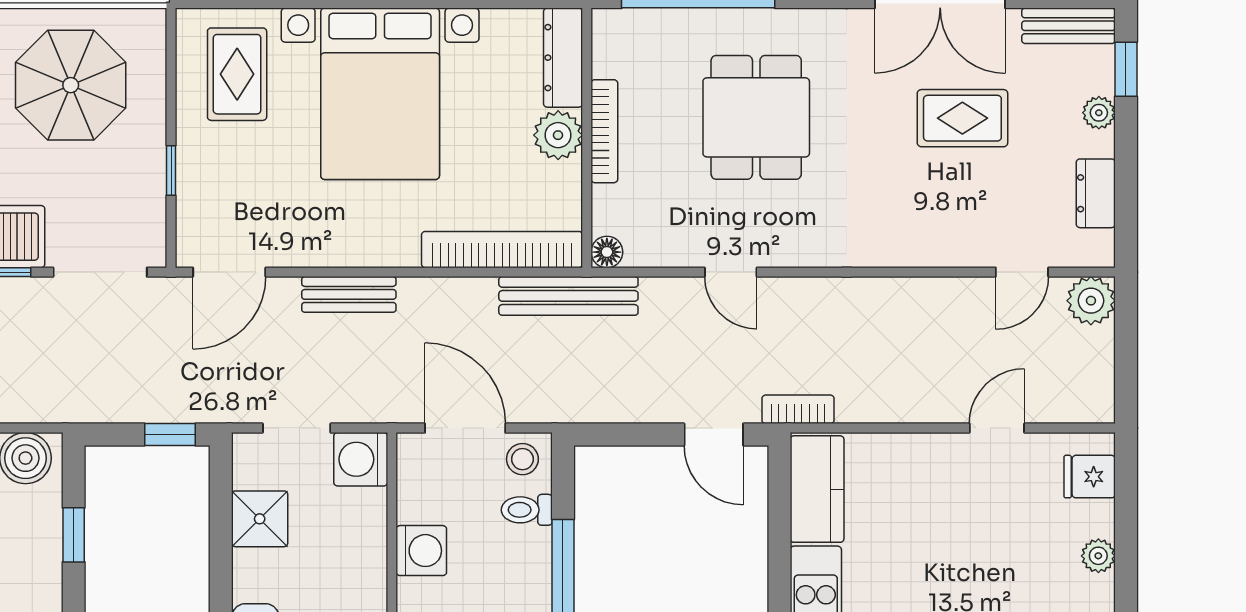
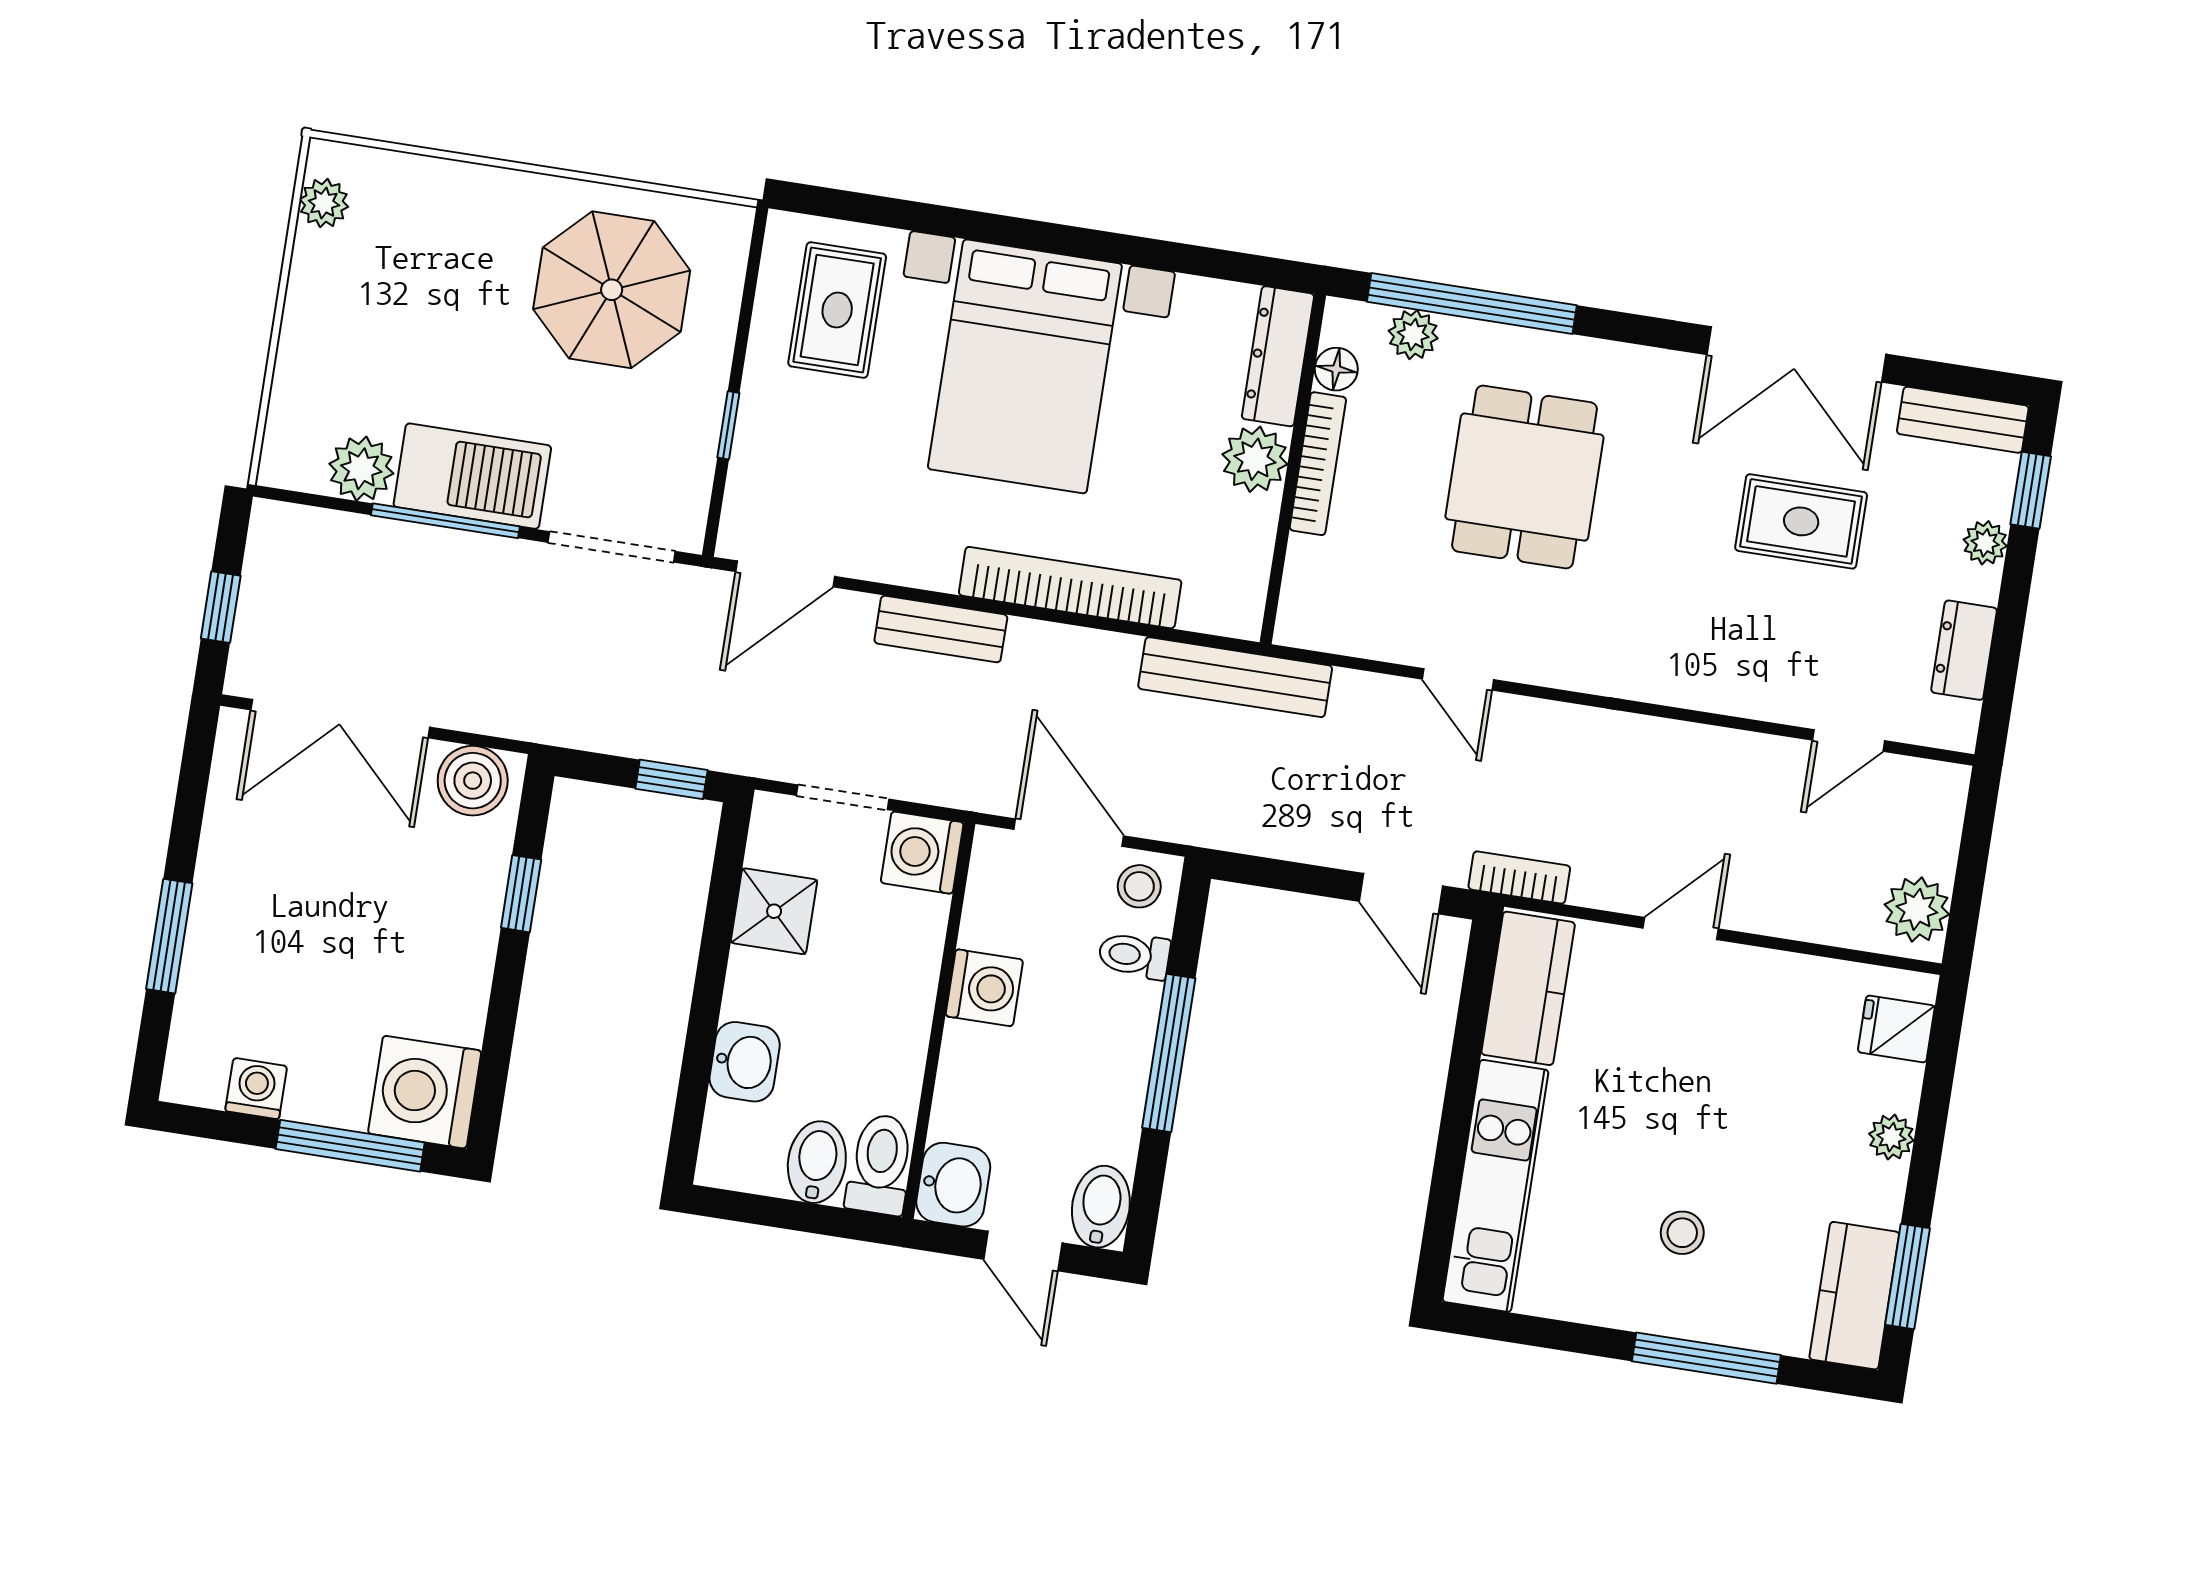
plant: (659, 26) -> (1413, 335), added
bookcase: (502, 250) -> (1070, 588), moved
floor lamp: (607, 252) -> (1336, 369), moved
plant: (1091, 301) -> (1917, 909), moved
door: (997, 428) -> (1681, 928), moved

